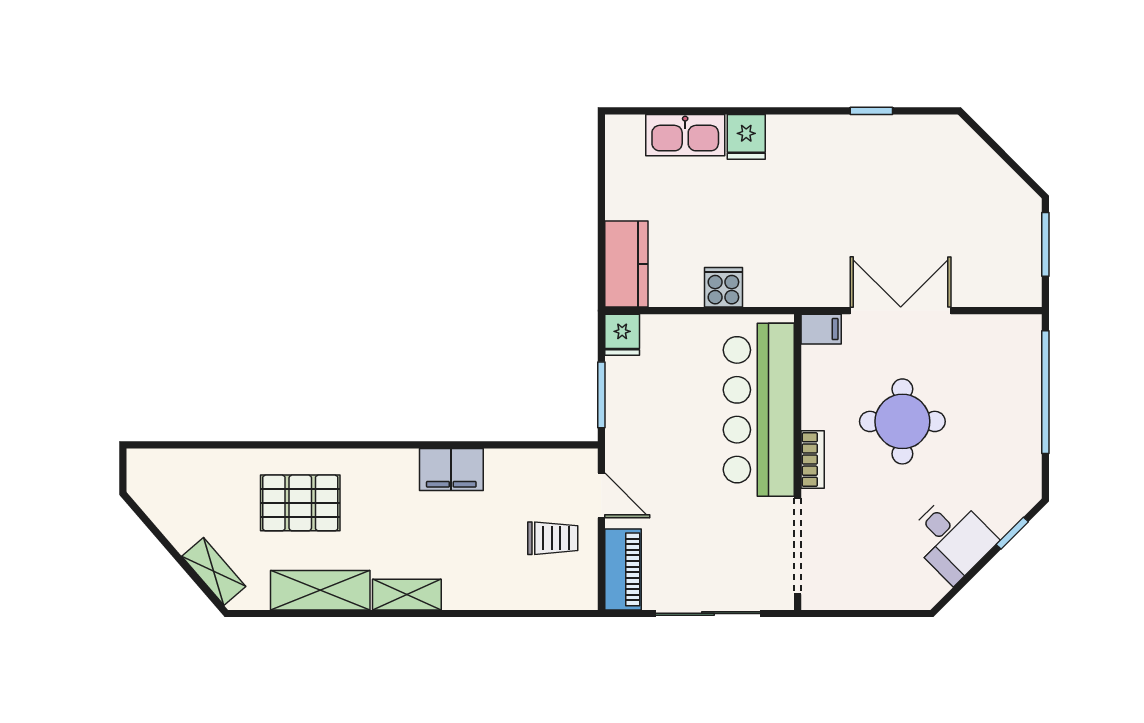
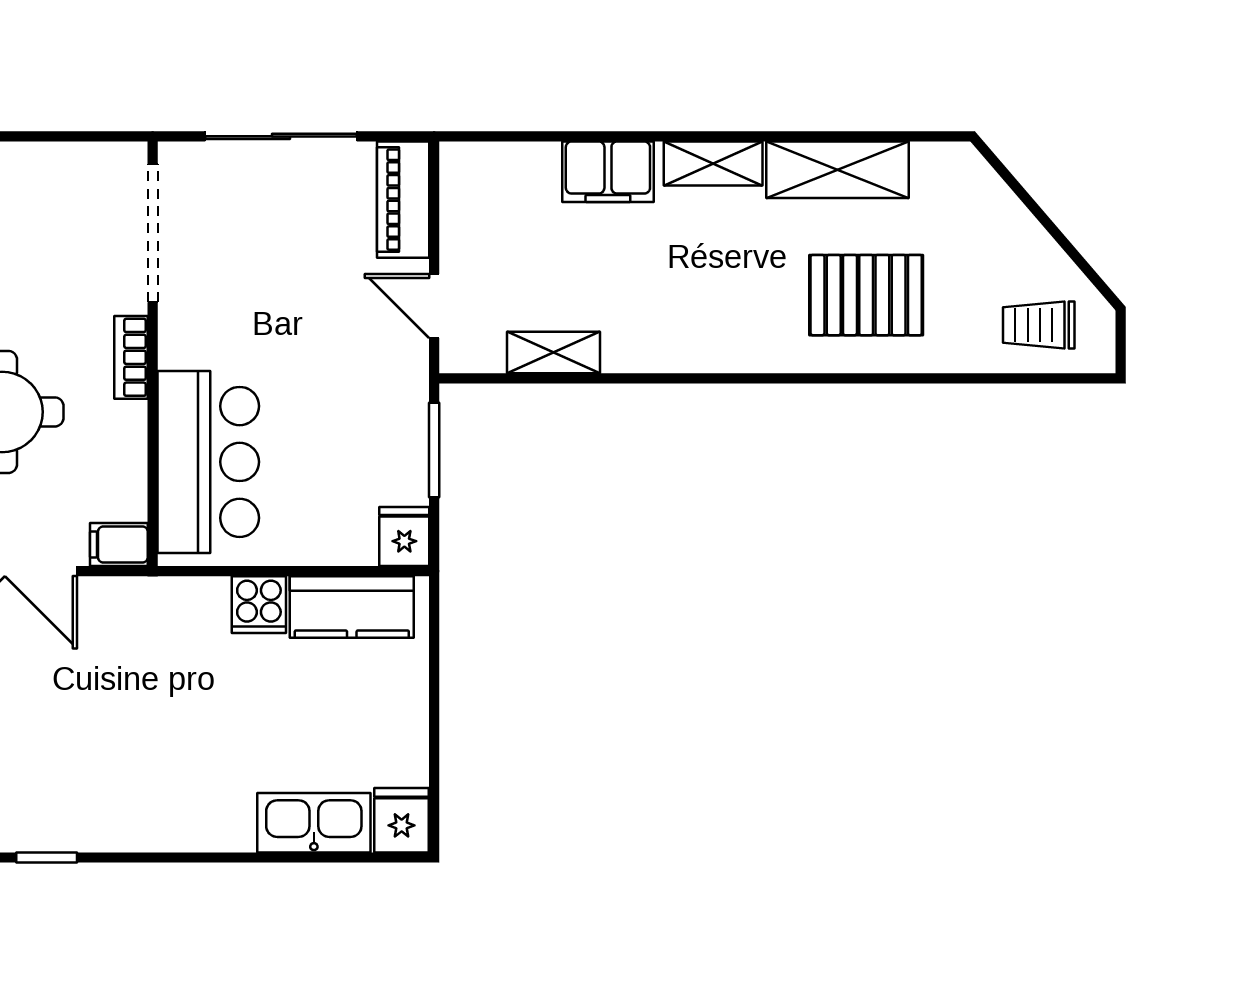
fridge: (746, 137) -> (402, 820), moved
kitchen counter: (626, 264) -> (352, 607), moved, turned -90
bar counter: (759, 410) -> (208, 462), width x0.73
filing cabinet: (451, 469) -> (608, 172), moved, turned 180
trolley: (553, 538) -> (1039, 325), moved
shelving: (214, 571) -> (553, 353), moved, turned -49

